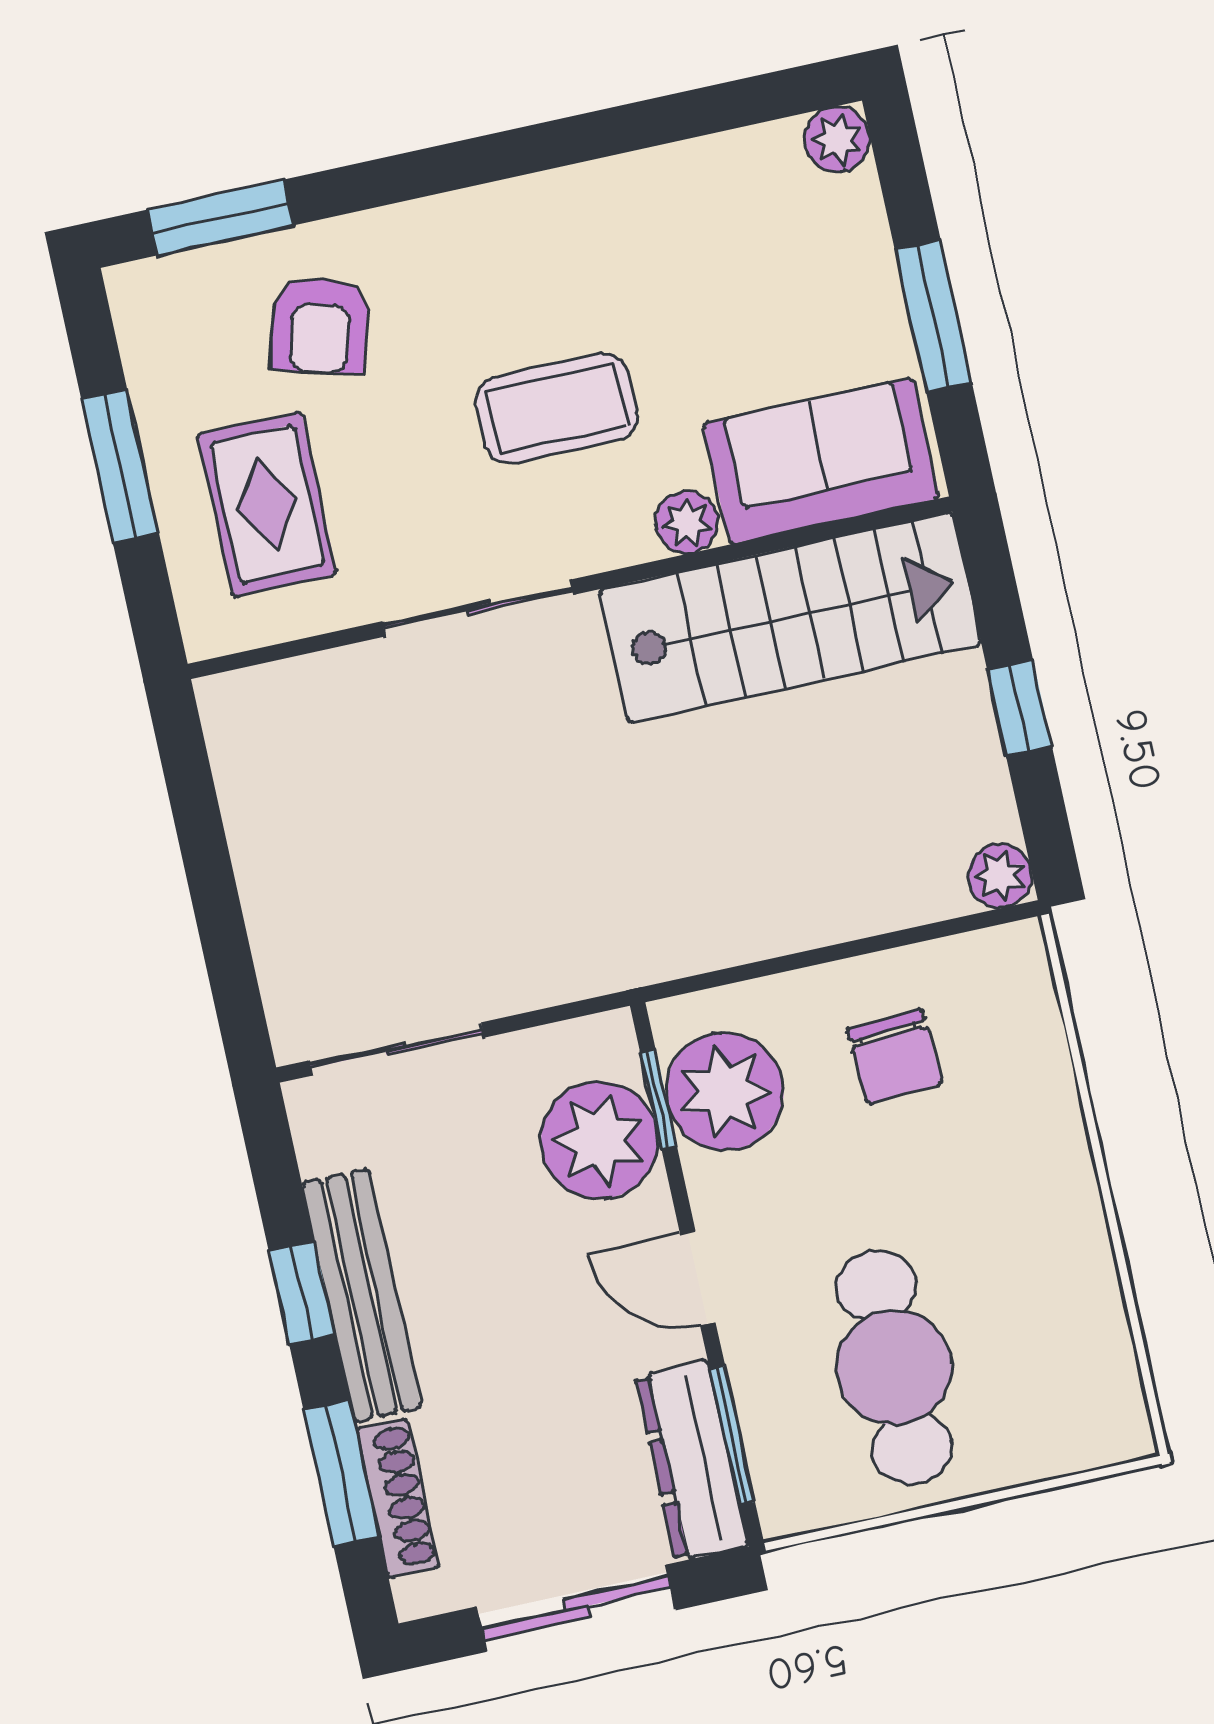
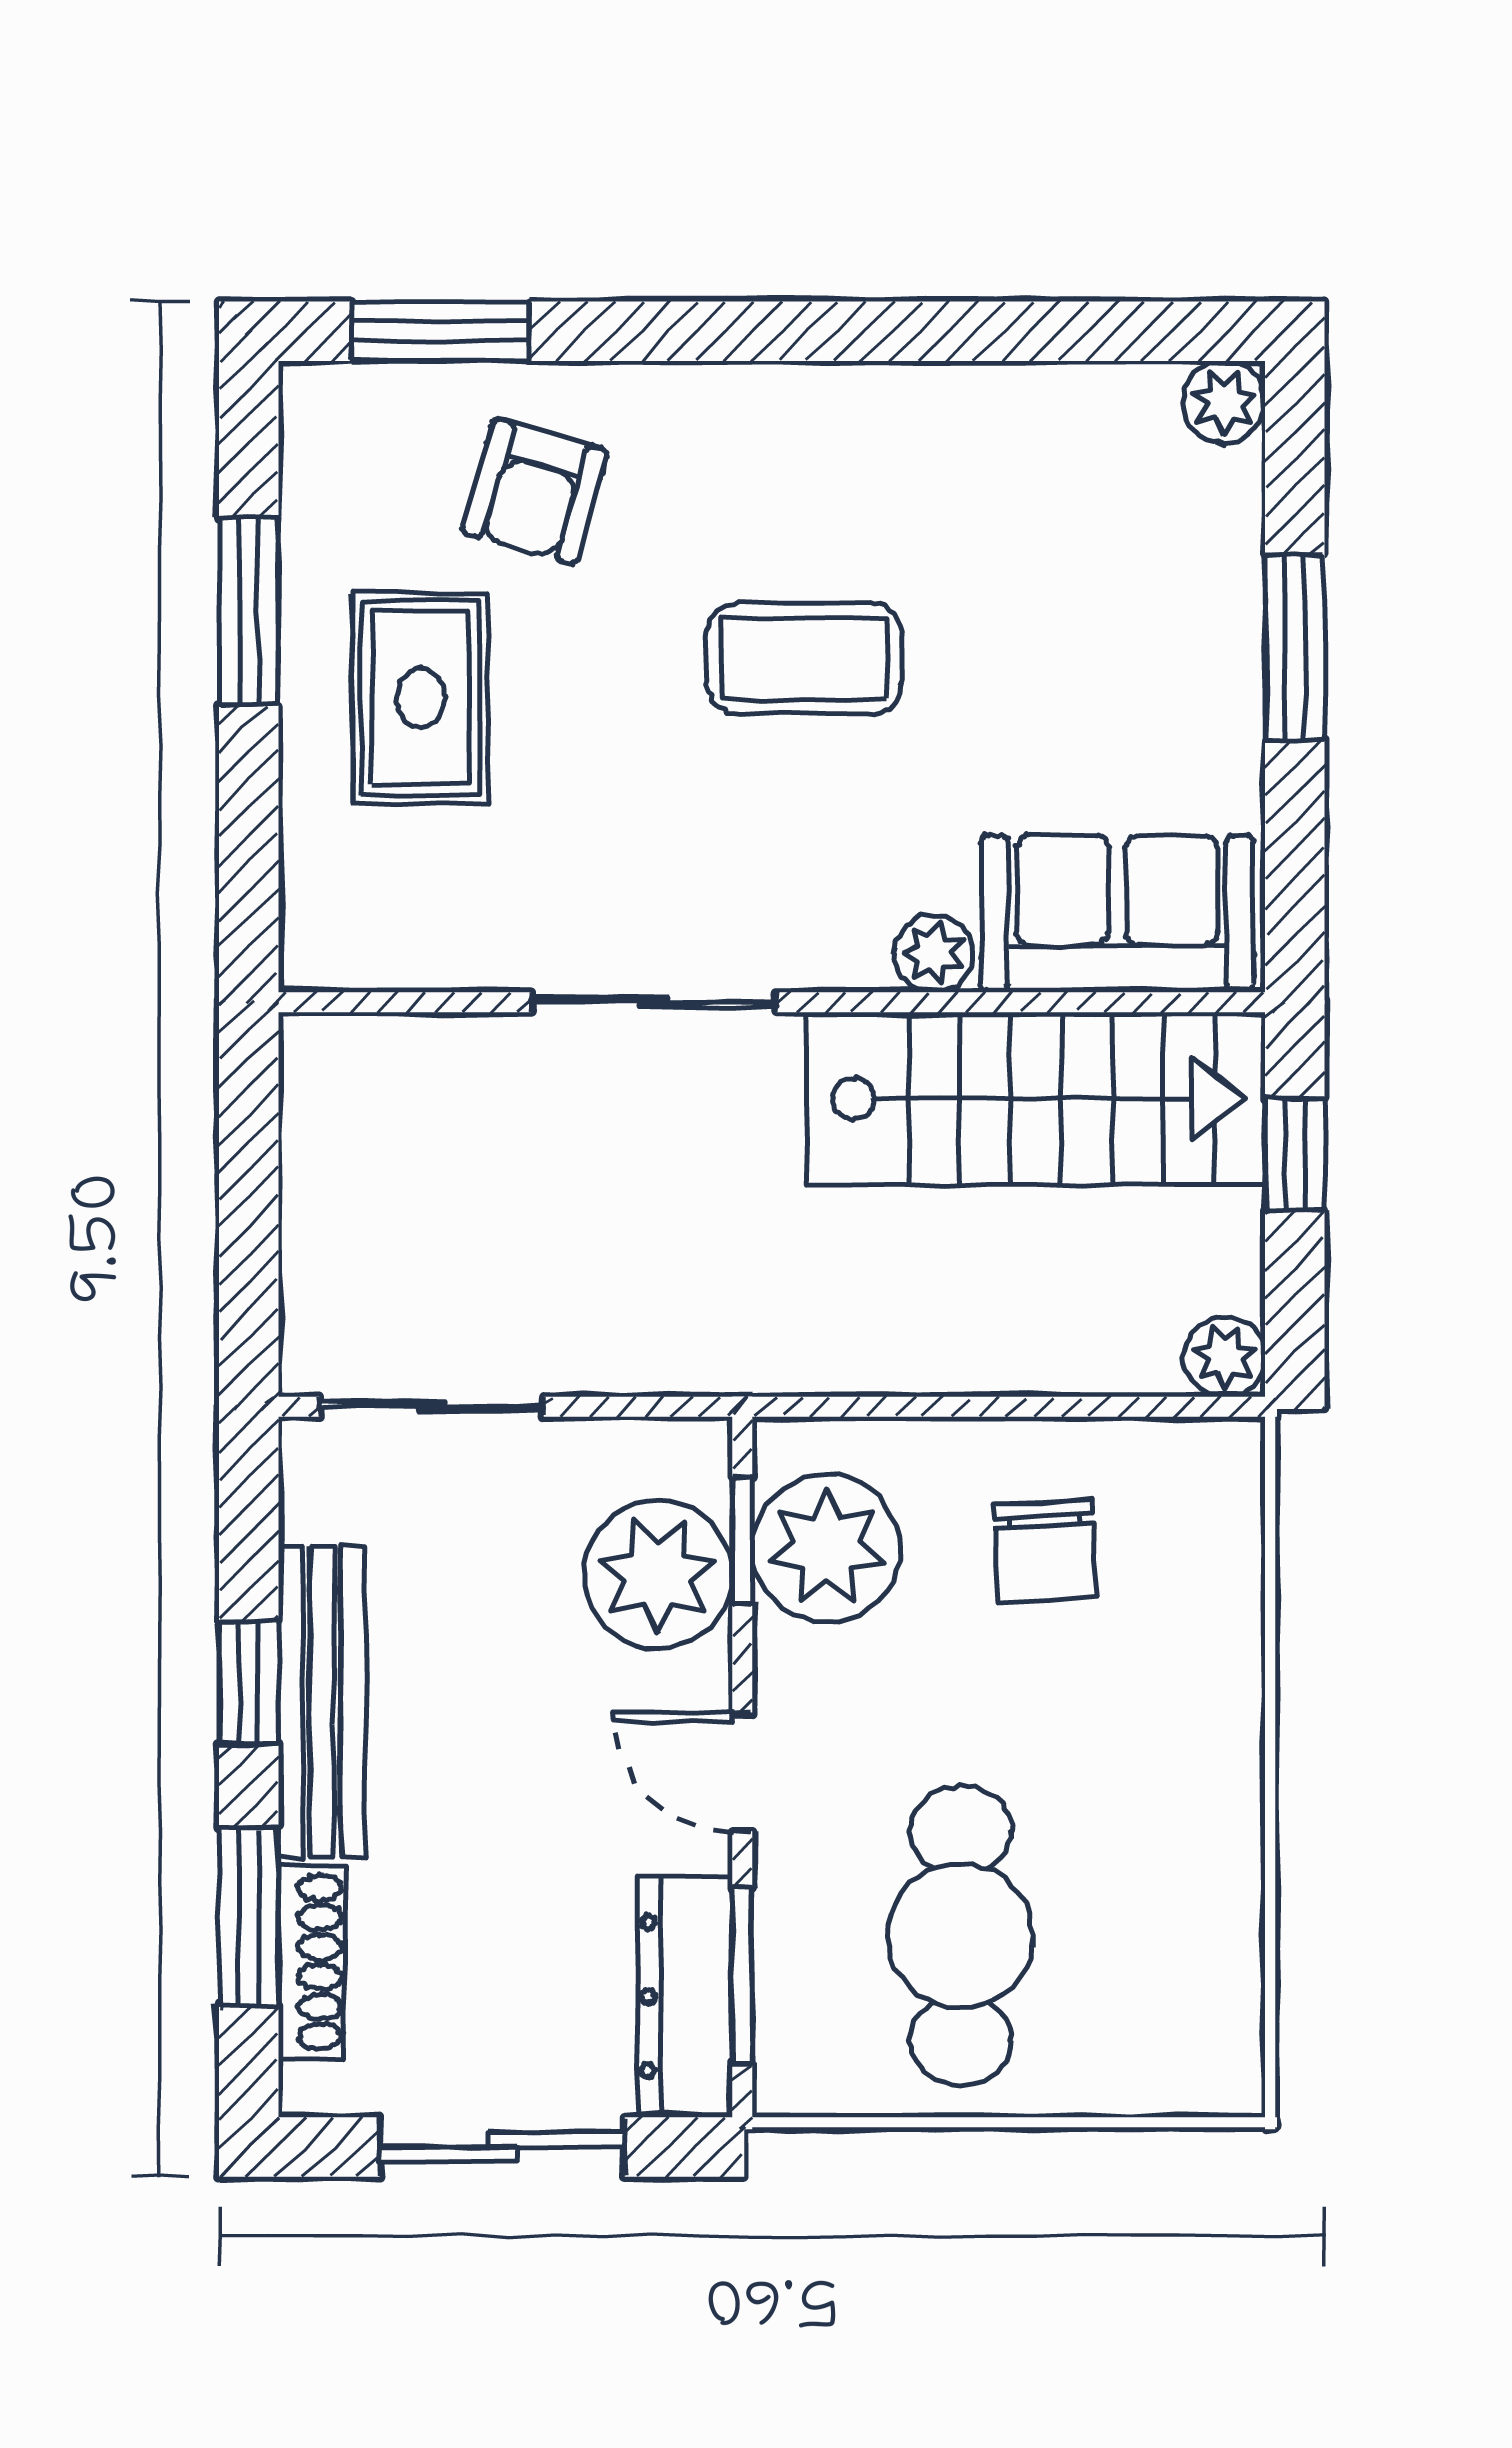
sofa: (821, 461) -> (1117, 914), moved
plant: (687, 522) -> (934, 953), moved
wall: (570, 588) -> (772, 1002), moved
sliding door: (479, 608) -> (653, 1002), moved
stairs: (790, 617) -> (1036, 1098), moved

